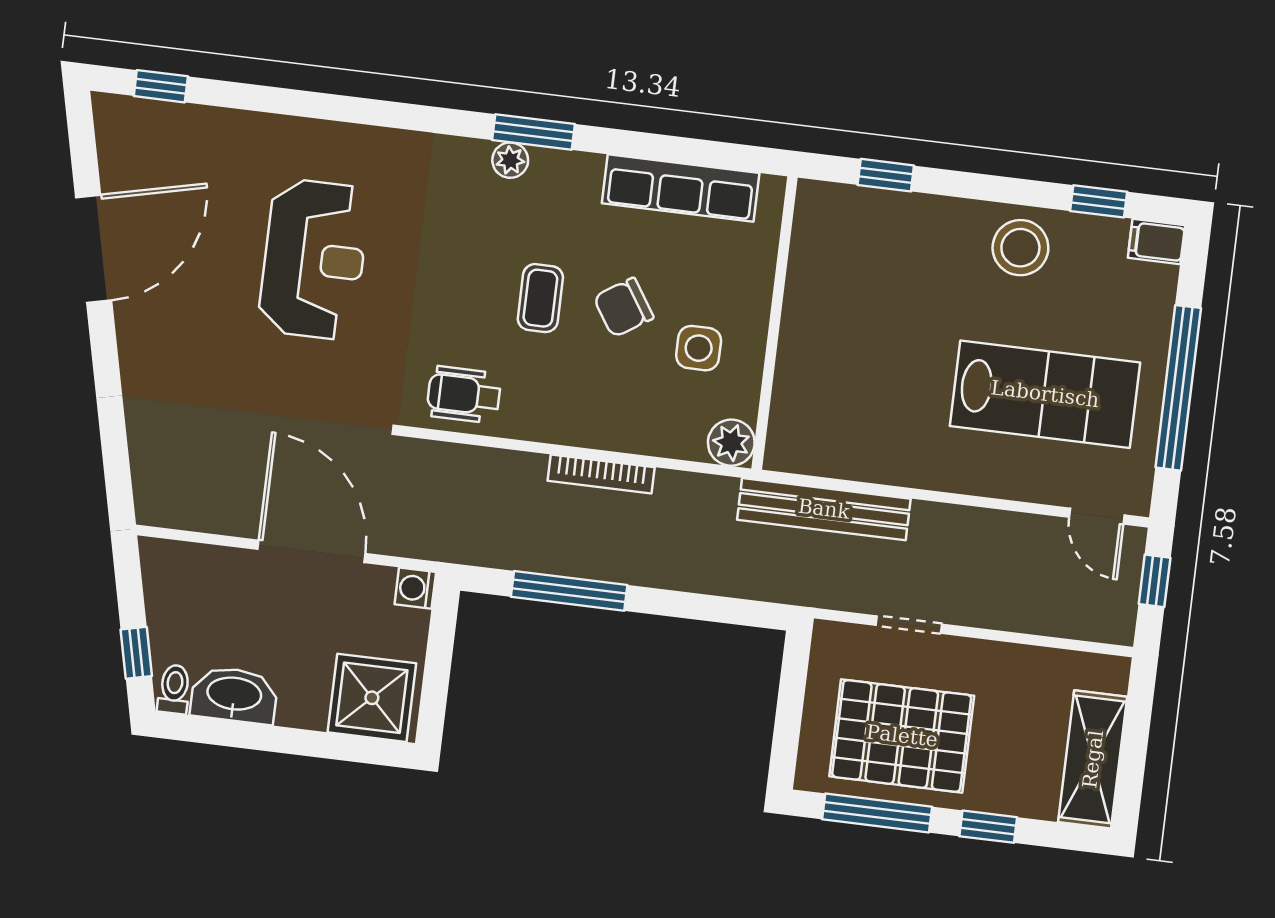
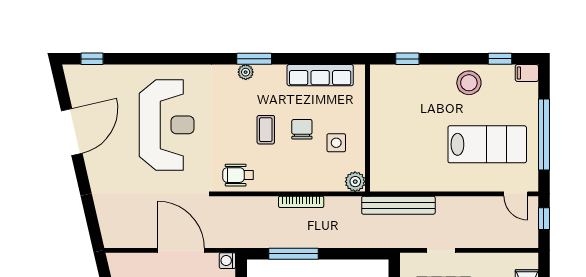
reception desk: (314, 259) -> (167, 125), width x1.36, depth x1.30
chair: (624, 307) -> (302, 129), turned 123

